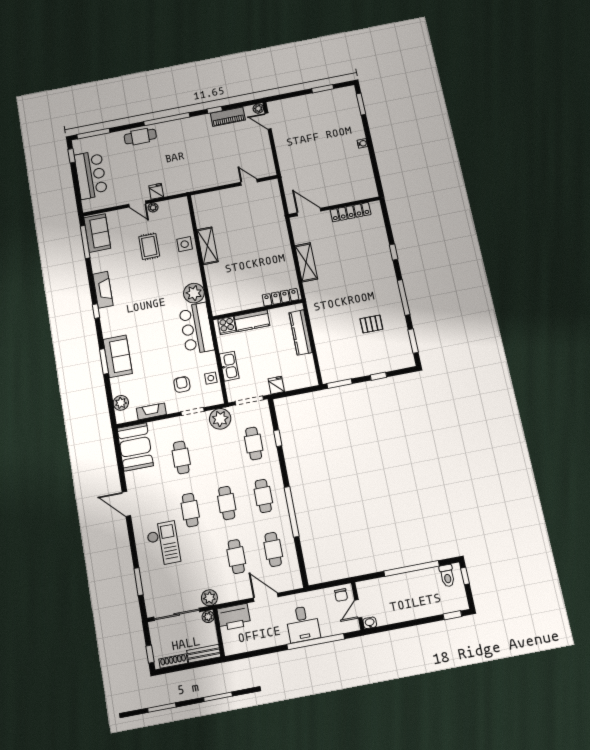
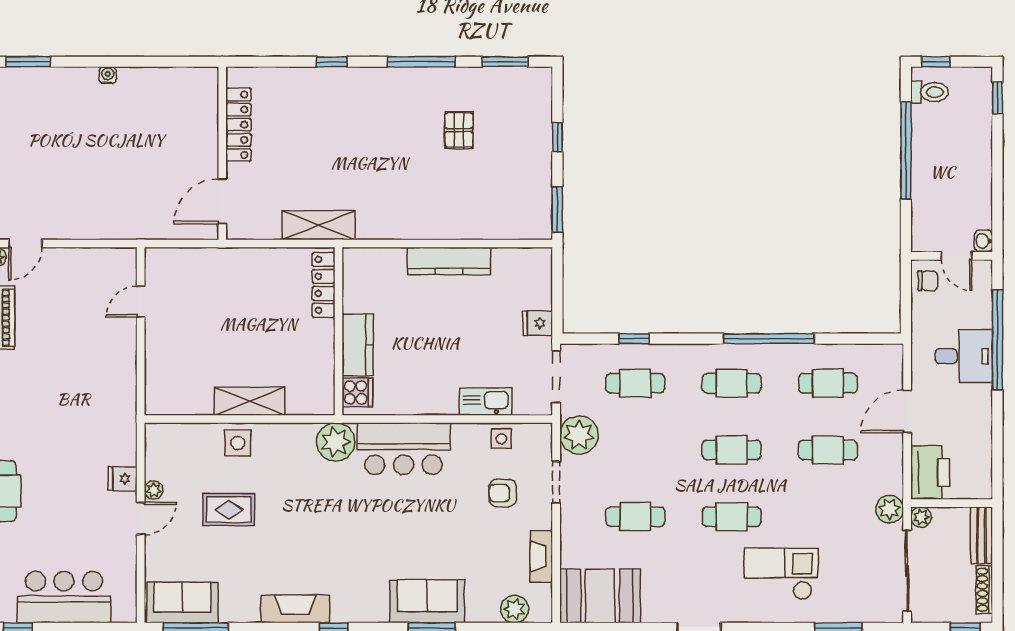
locker: (280, 297) -> (324, 285), moved
wall: (257, 310) -> (338, 331), moved
kitchen counter: (252, 321) -> (358, 345), moved
cooker: (227, 326) -> (357, 392), moved

